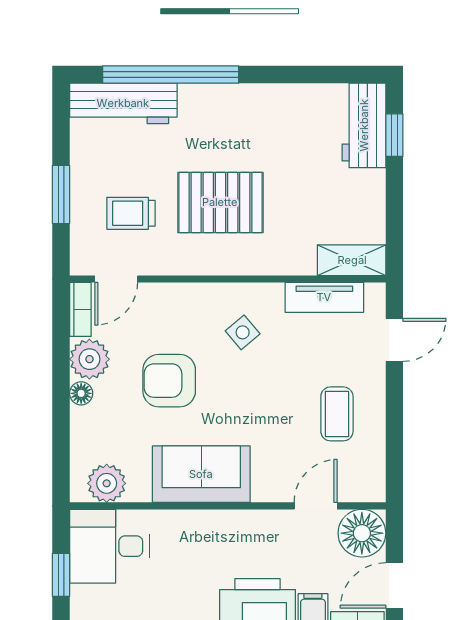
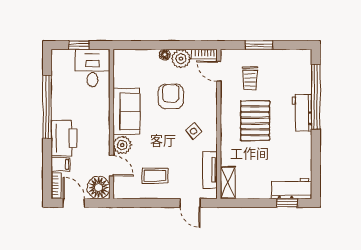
workbench: (123, 103) -> (302, 113), moved, width x0.73
trolley: (131, 213) -> (250, 78), turned 180
plant: (107, 483) -> (122, 145), moved

